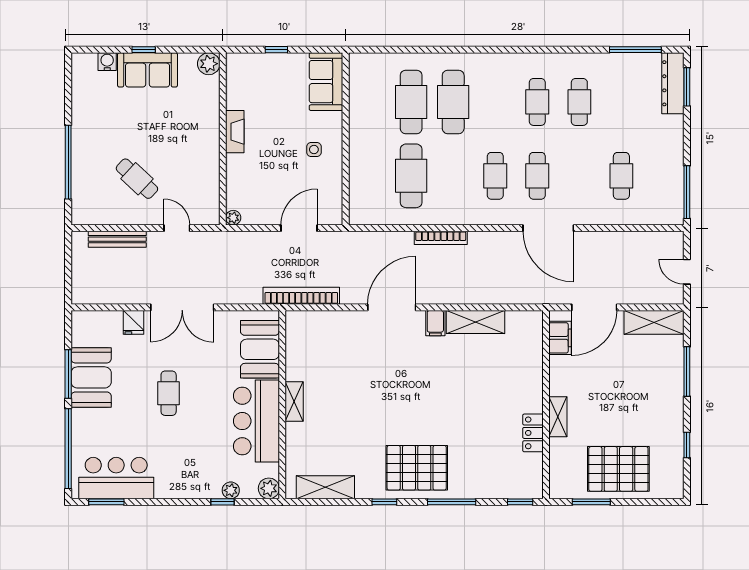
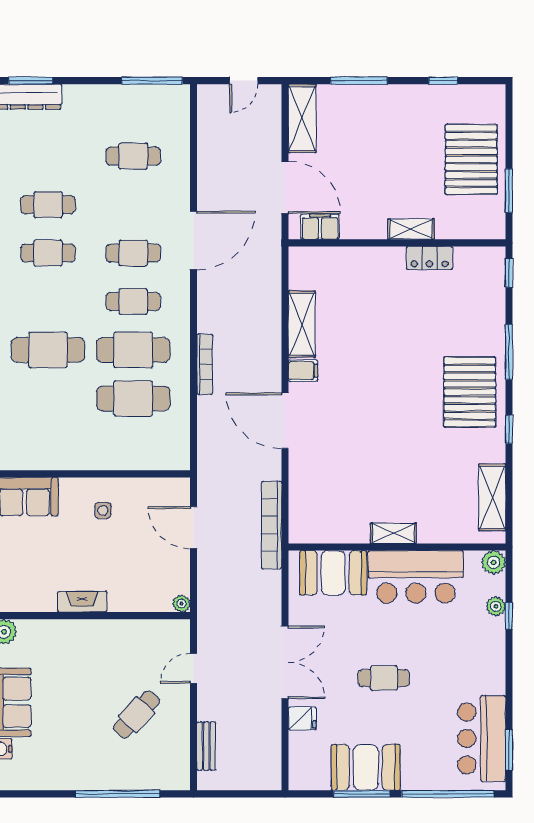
cafe table: (411, 102) -> (133, 350), moved
bench: (117, 239) -> (206, 746), width x0.73

